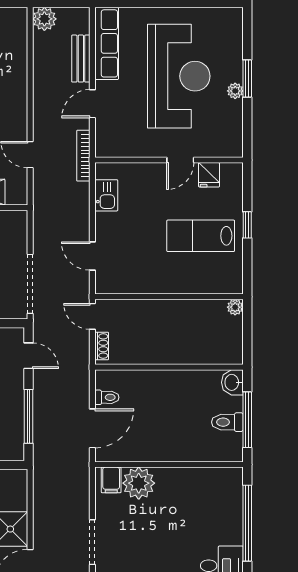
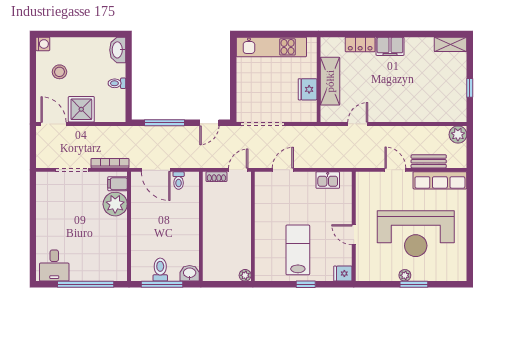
bookcase: (83, 156) -> (110, 163), moved
fridge: (209, 175) -> (343, 274), moved

